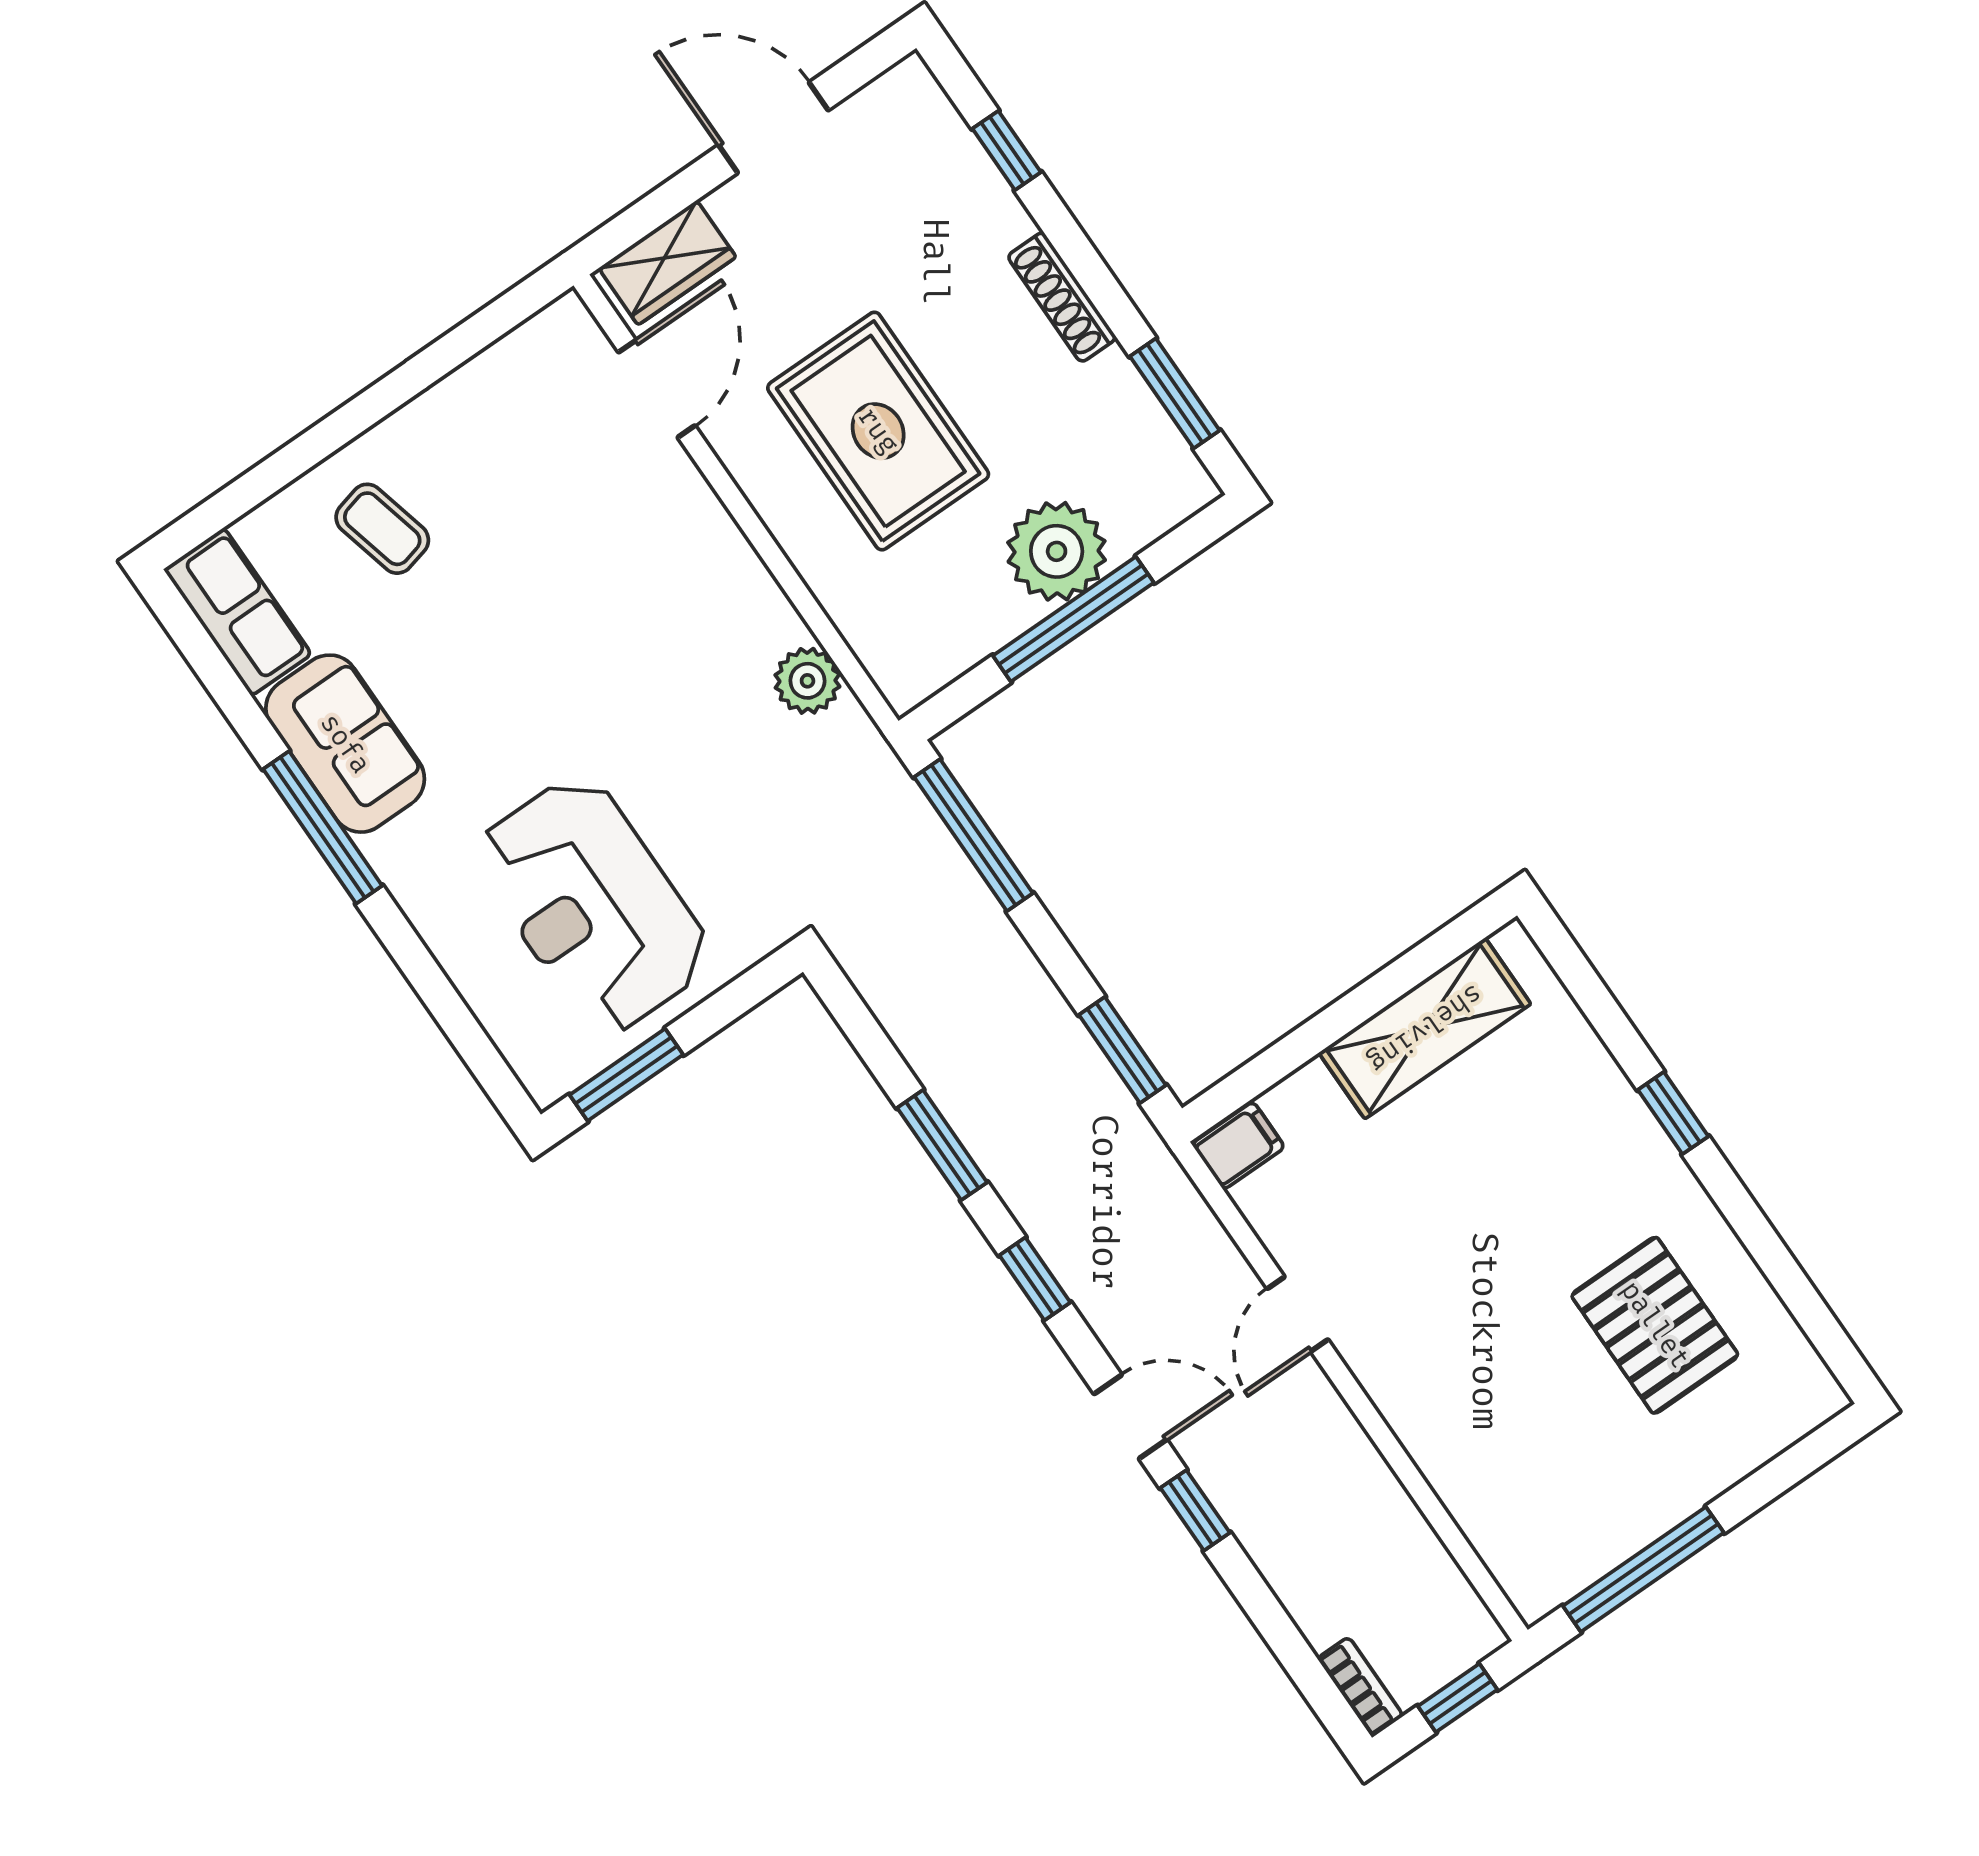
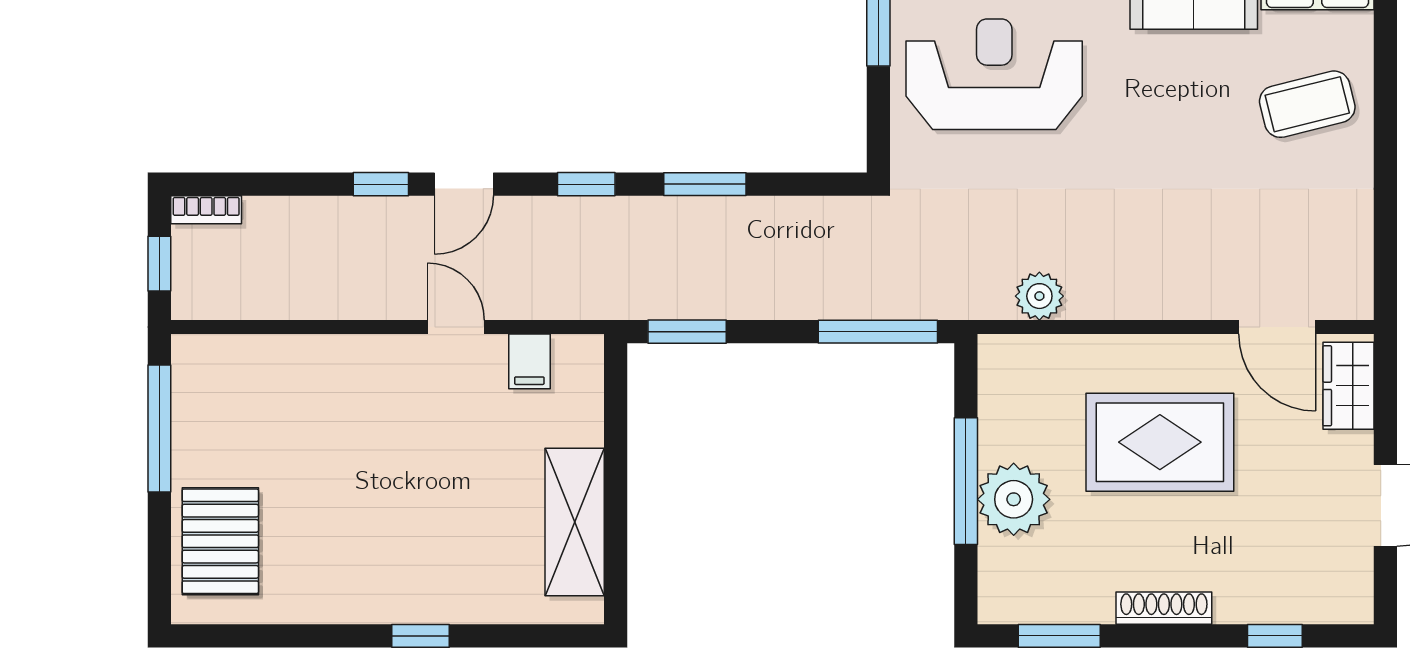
coffee table: (382, 529) -> (1307, 104), width x1.36, depth x1.30
filing cabinet: (1238, 1146) -> (529, 361), moved
pallet: (1655, 1325) -> (220, 541), moved, turned 90

